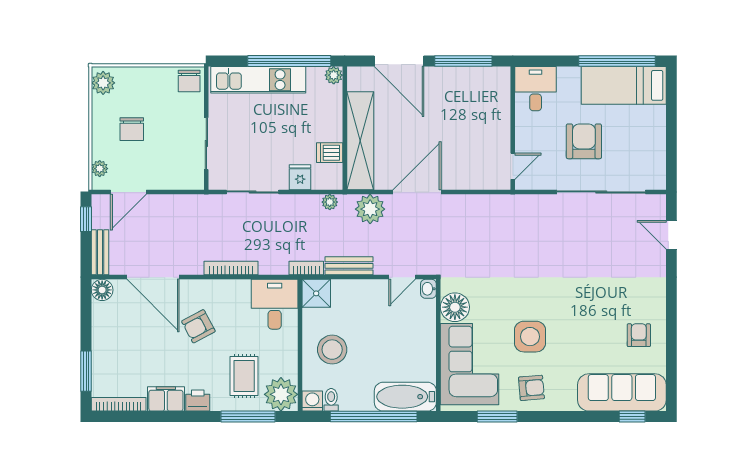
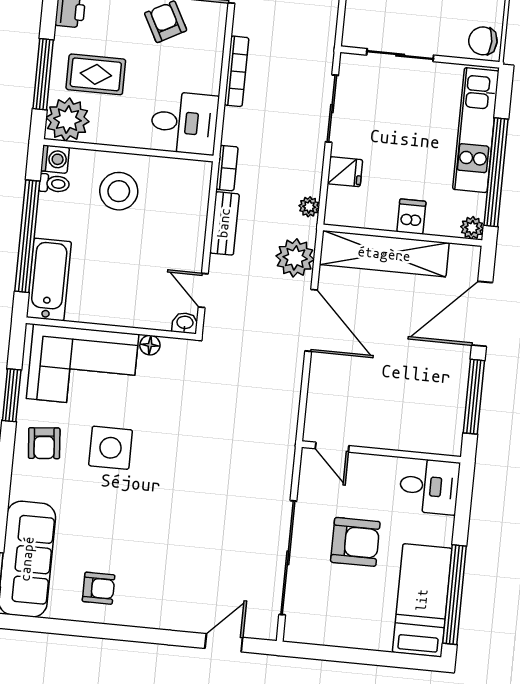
dishwasher: (330, 153) -> (411, 217), moved
shower: (316, 293) -> (193, 178), removed
floor lamp: (455, 307) -> (150, 345), width x0.53, depth x0.53

